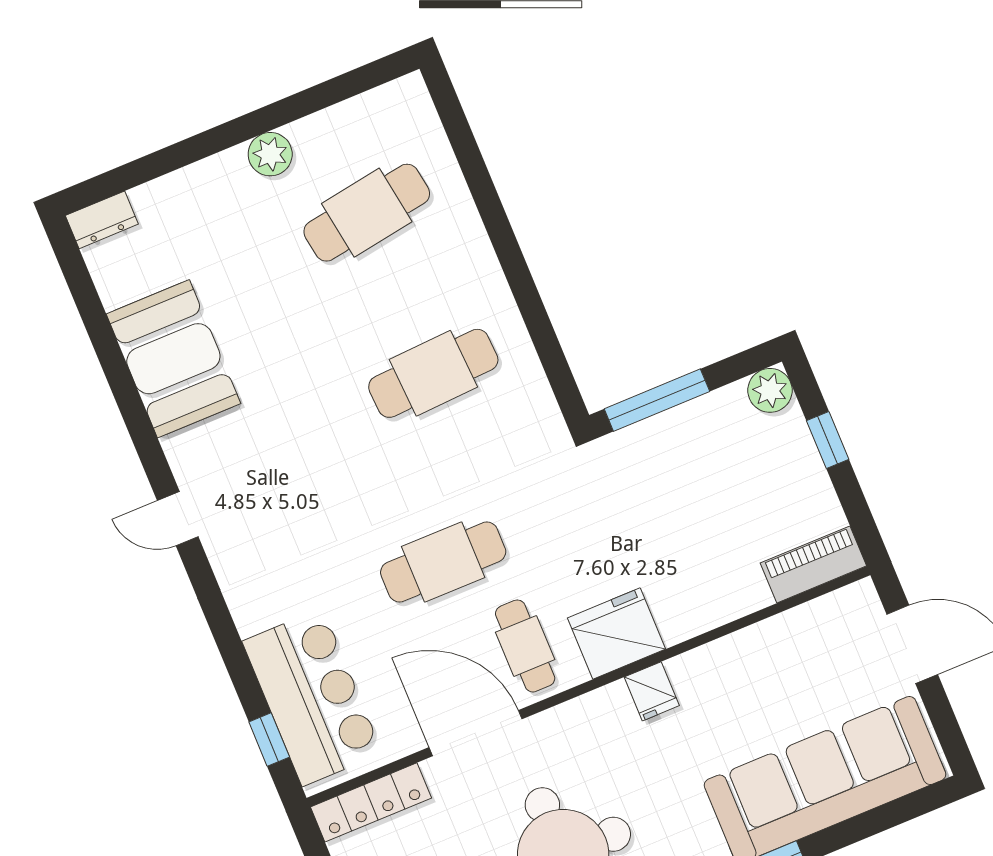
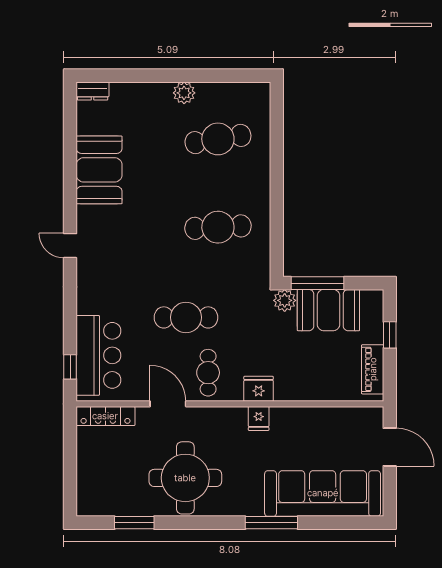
plant: (770, 390) -> (285, 300), moved
booth: (697, 441) -> (328, 310), added
piano: (813, 564) -> (373, 369), moved, turned -90
fridge: (617, 634) -> (259, 389), width x0.73, depth x0.75
door: (476, 733) -> (168, 404), width x0.73

